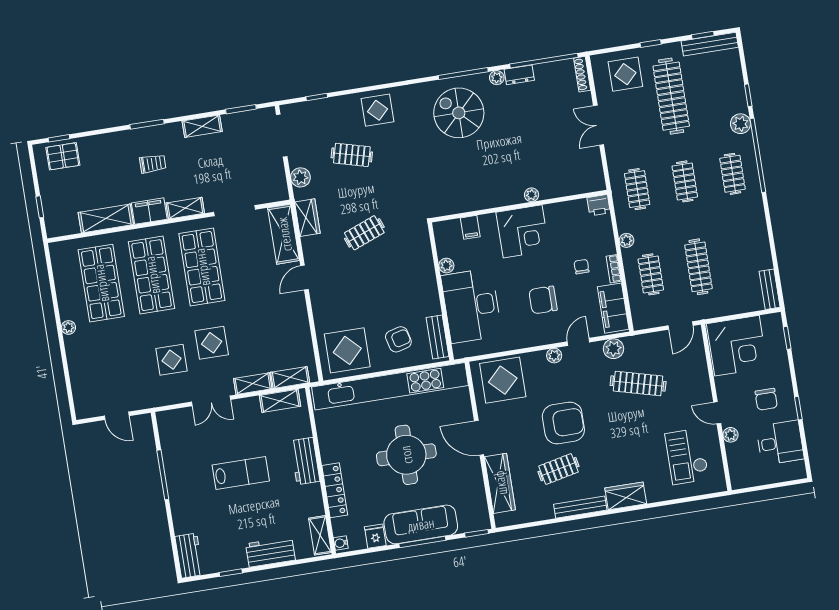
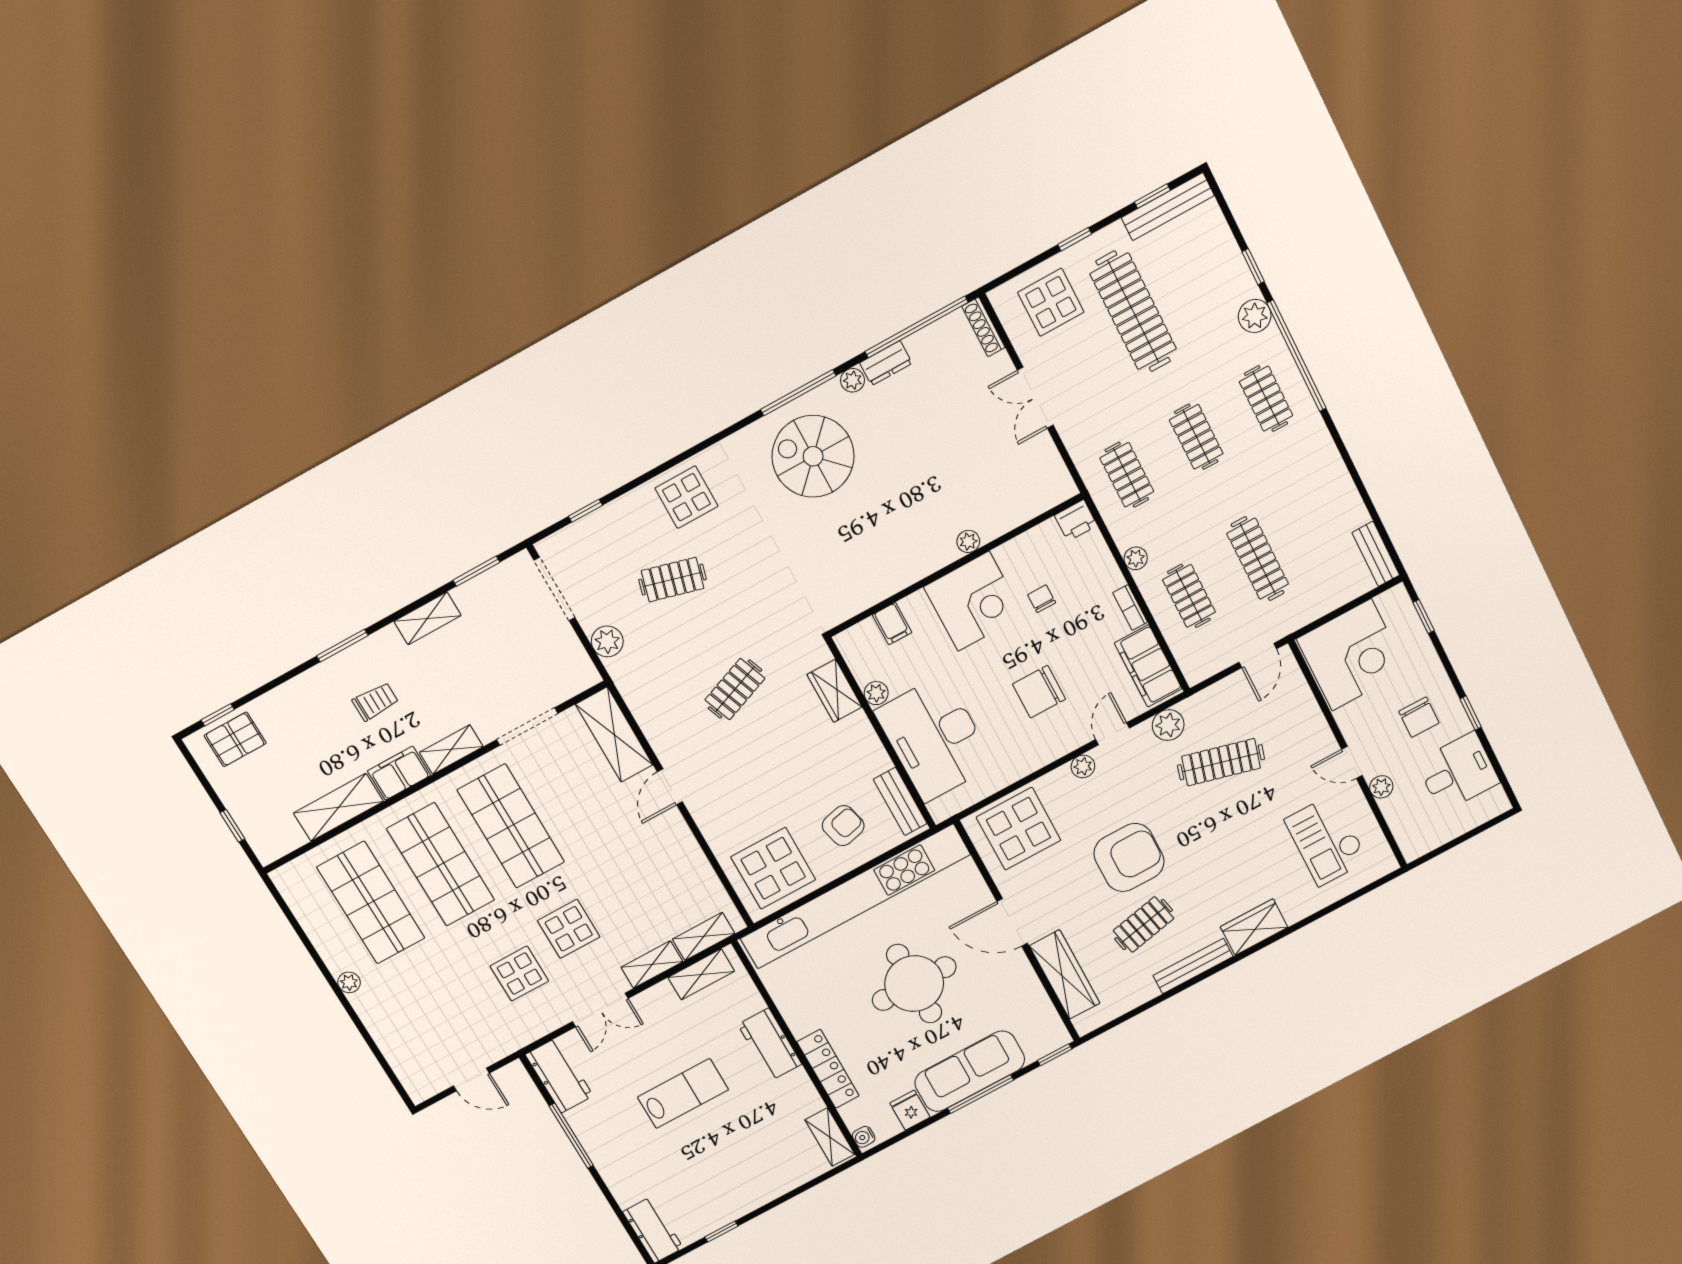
wardrobe: (307, 218) -> (835, 691), moved, turned 180
chair: (582, 267) -> (1042, 599), moved
workbench: (270, 552) -> (559, 1075), moved, turned 90

